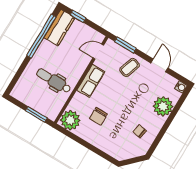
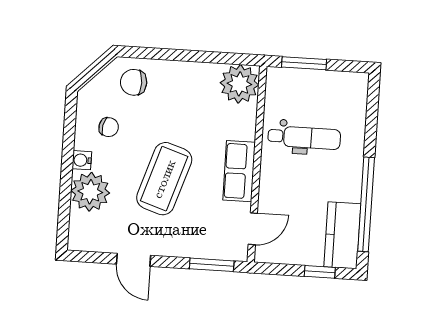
coffee table: (130, 67) -> (164, 179), moved, width x1.86, depth x1.72
water cooler: (181, 87) -> (82, 160), moved
chair: (98, 116) -> (134, 82), moved, turned -90

